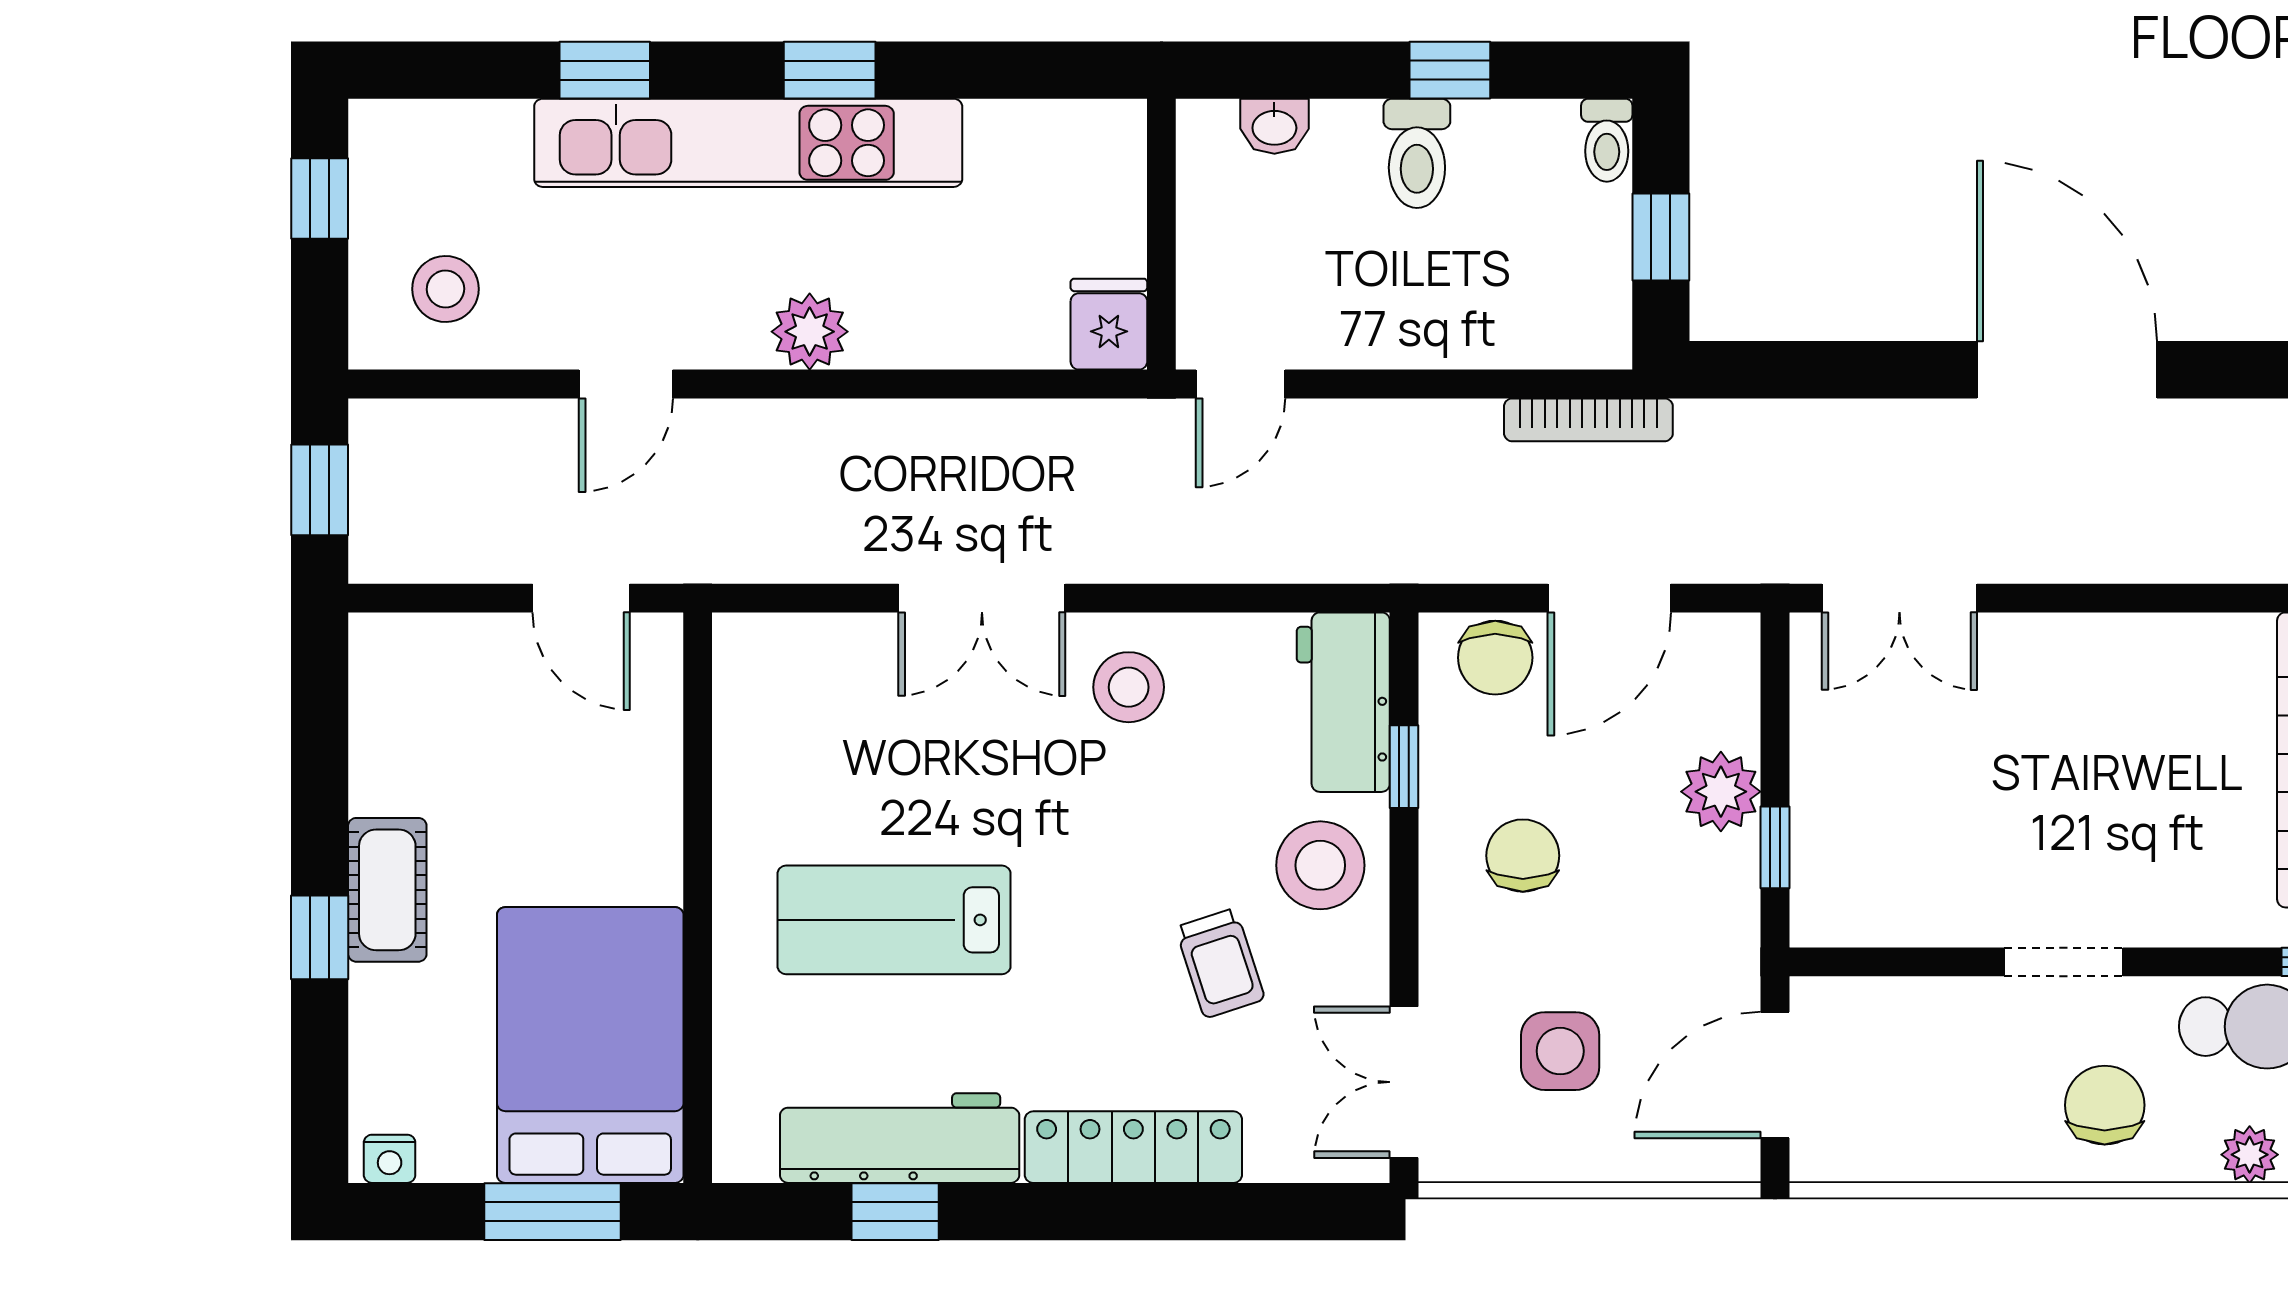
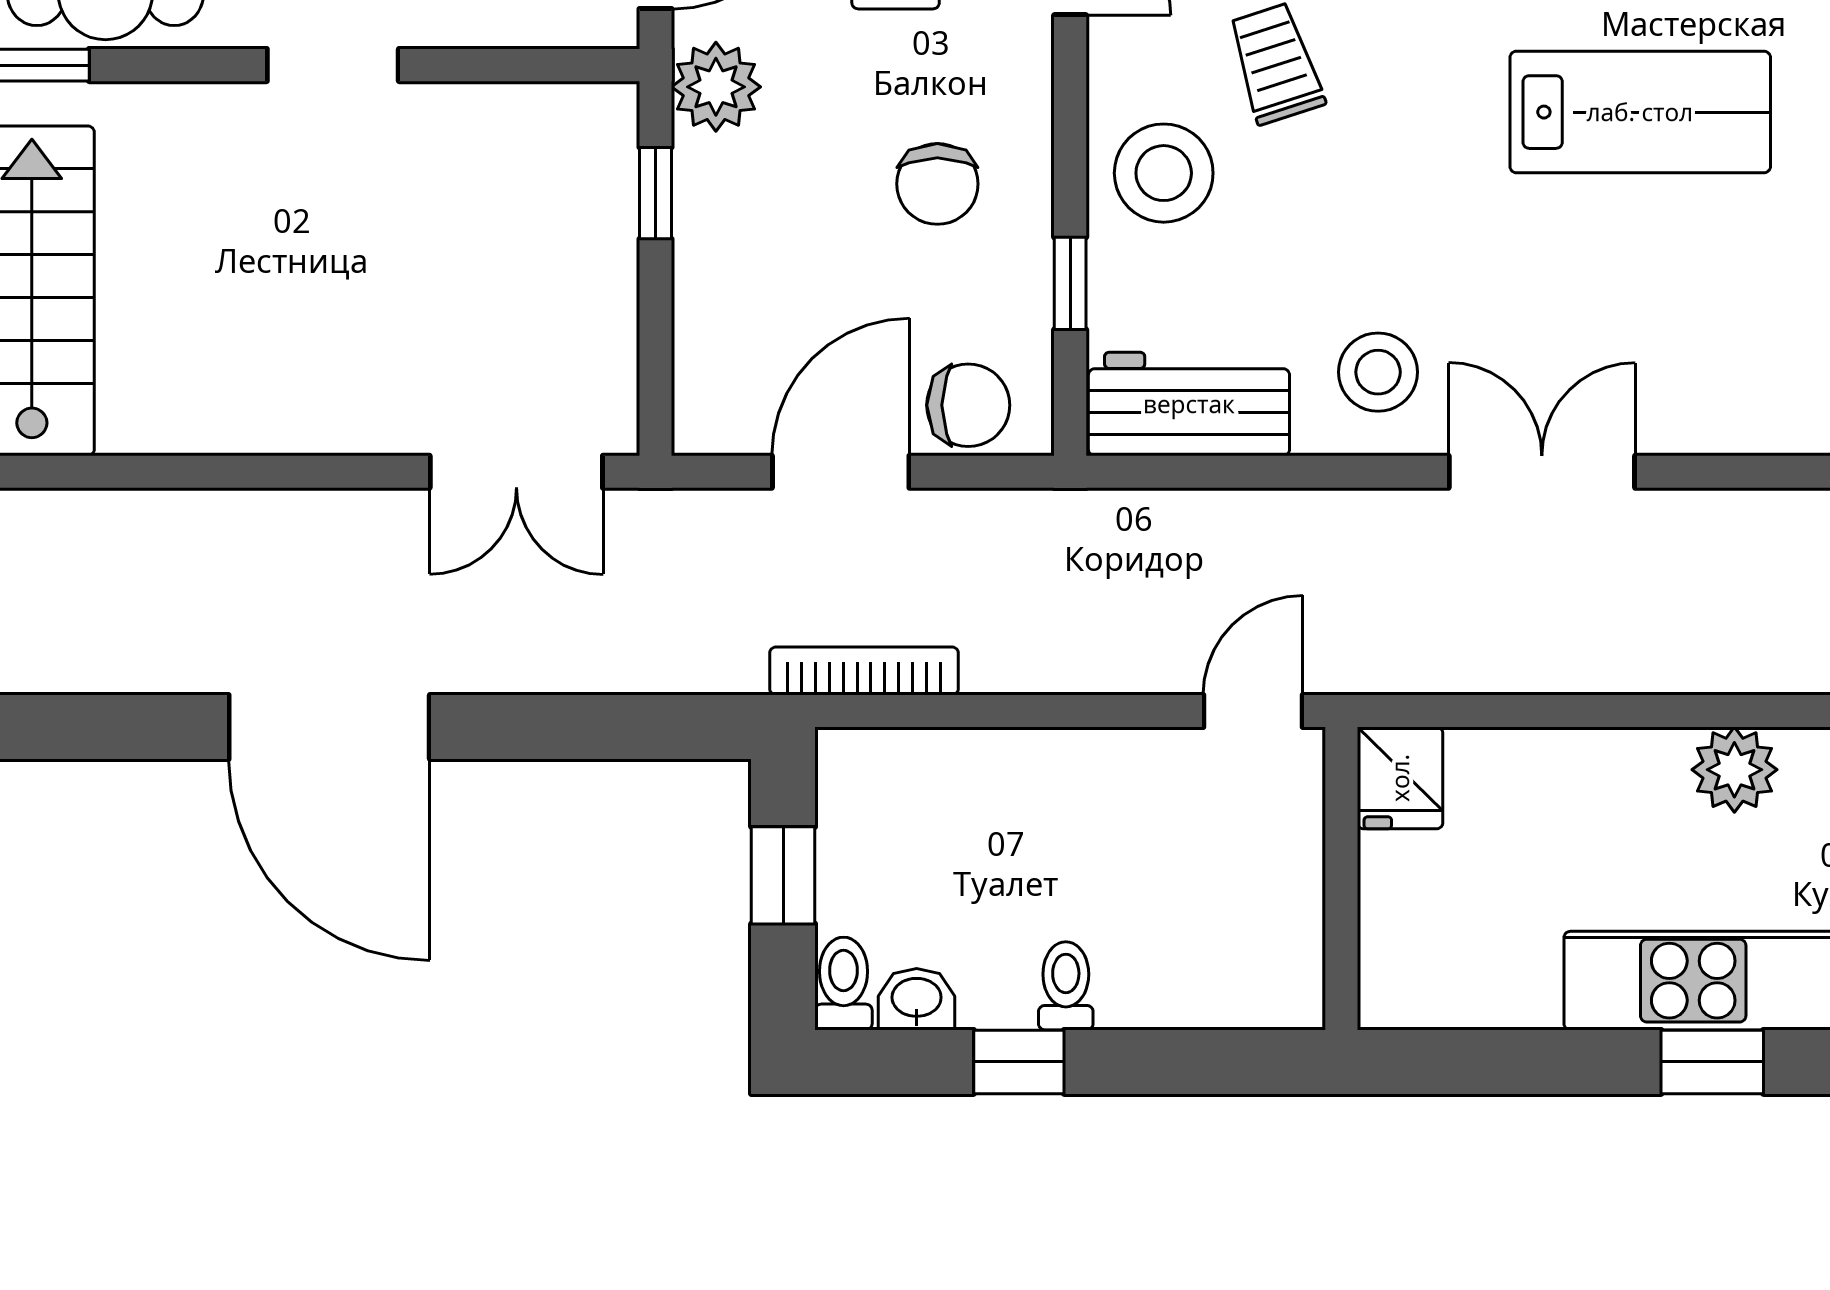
washbasin: (1274, 126) -> (917, 999), moved
toilet: (1417, 153) -> (1066, 986), width x0.73, depth x0.72
double door: (1899, 598) -> (516, 472), swing flipped
chair: (1495, 658) -> (968, 405), turned 90
workbench: (1343, 702) -> (1189, 404), moved, turned -90
plant: (1721, 792) -> (716, 87), moved

